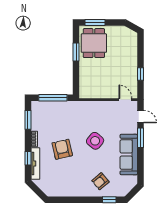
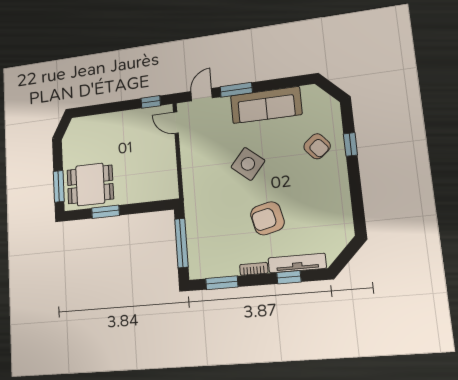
window: (141, 74) -> (151, 102), moved
door: (125, 100) -> (176, 123), hinge flipped
window: (109, 200) -> (350, 144), moved

